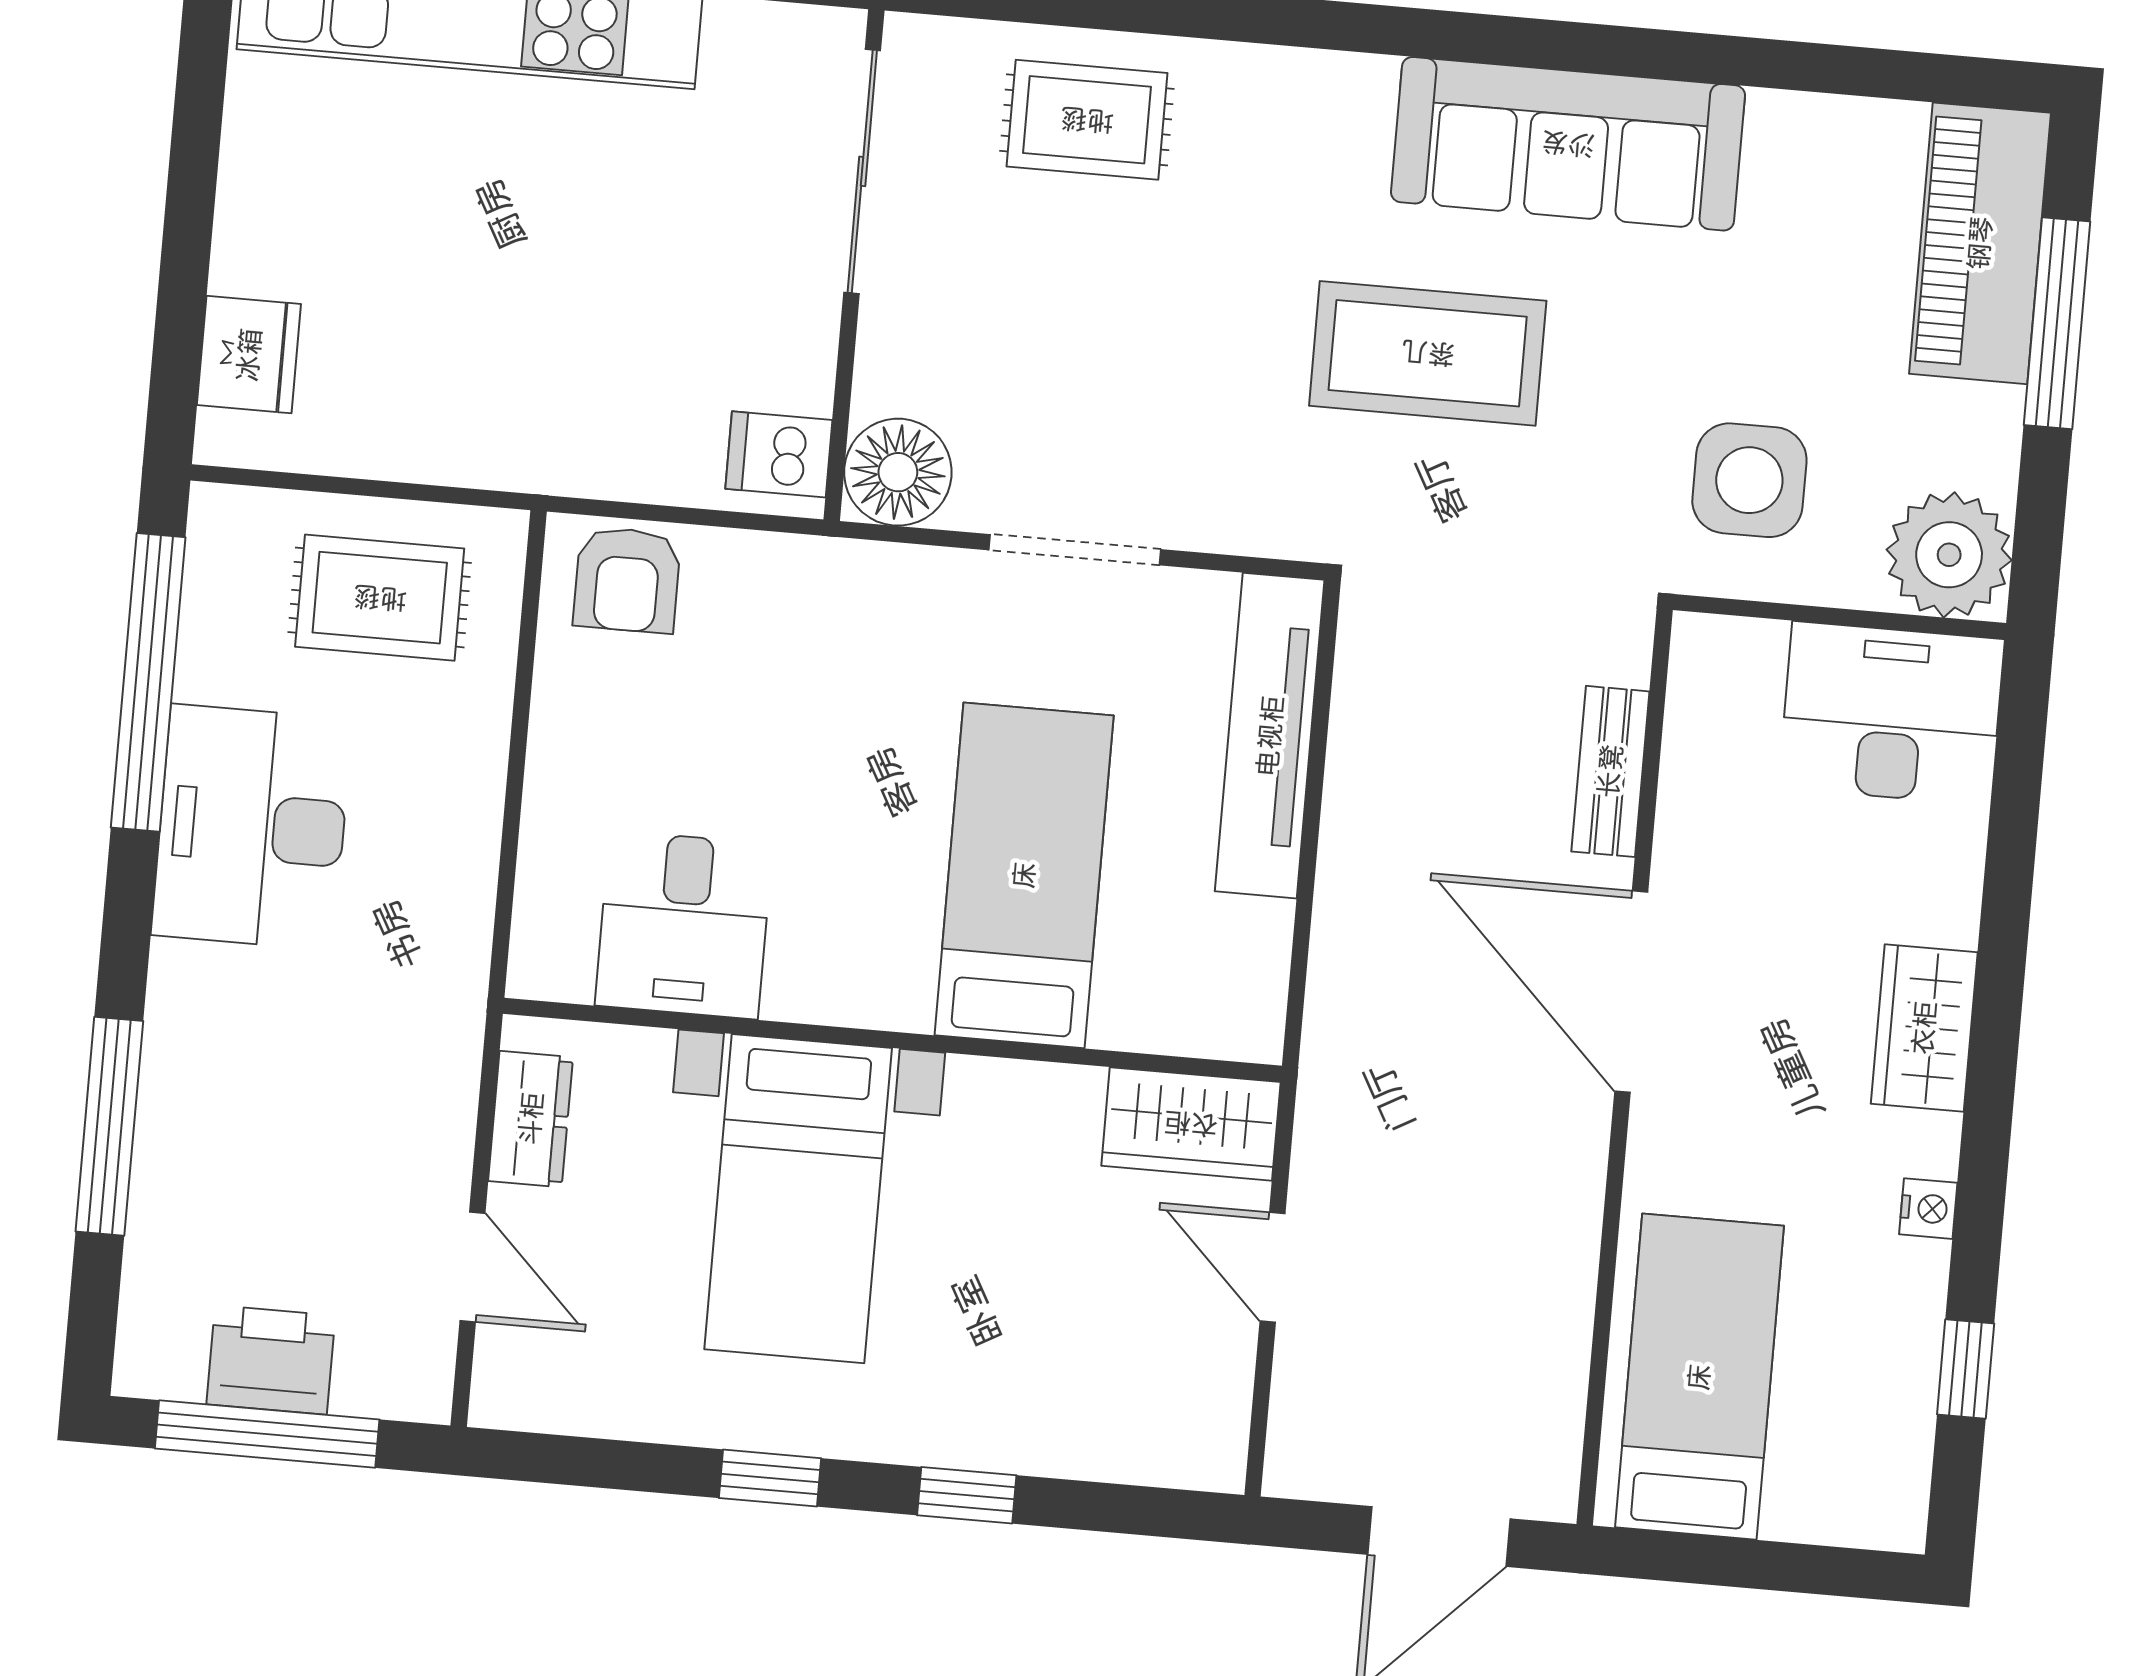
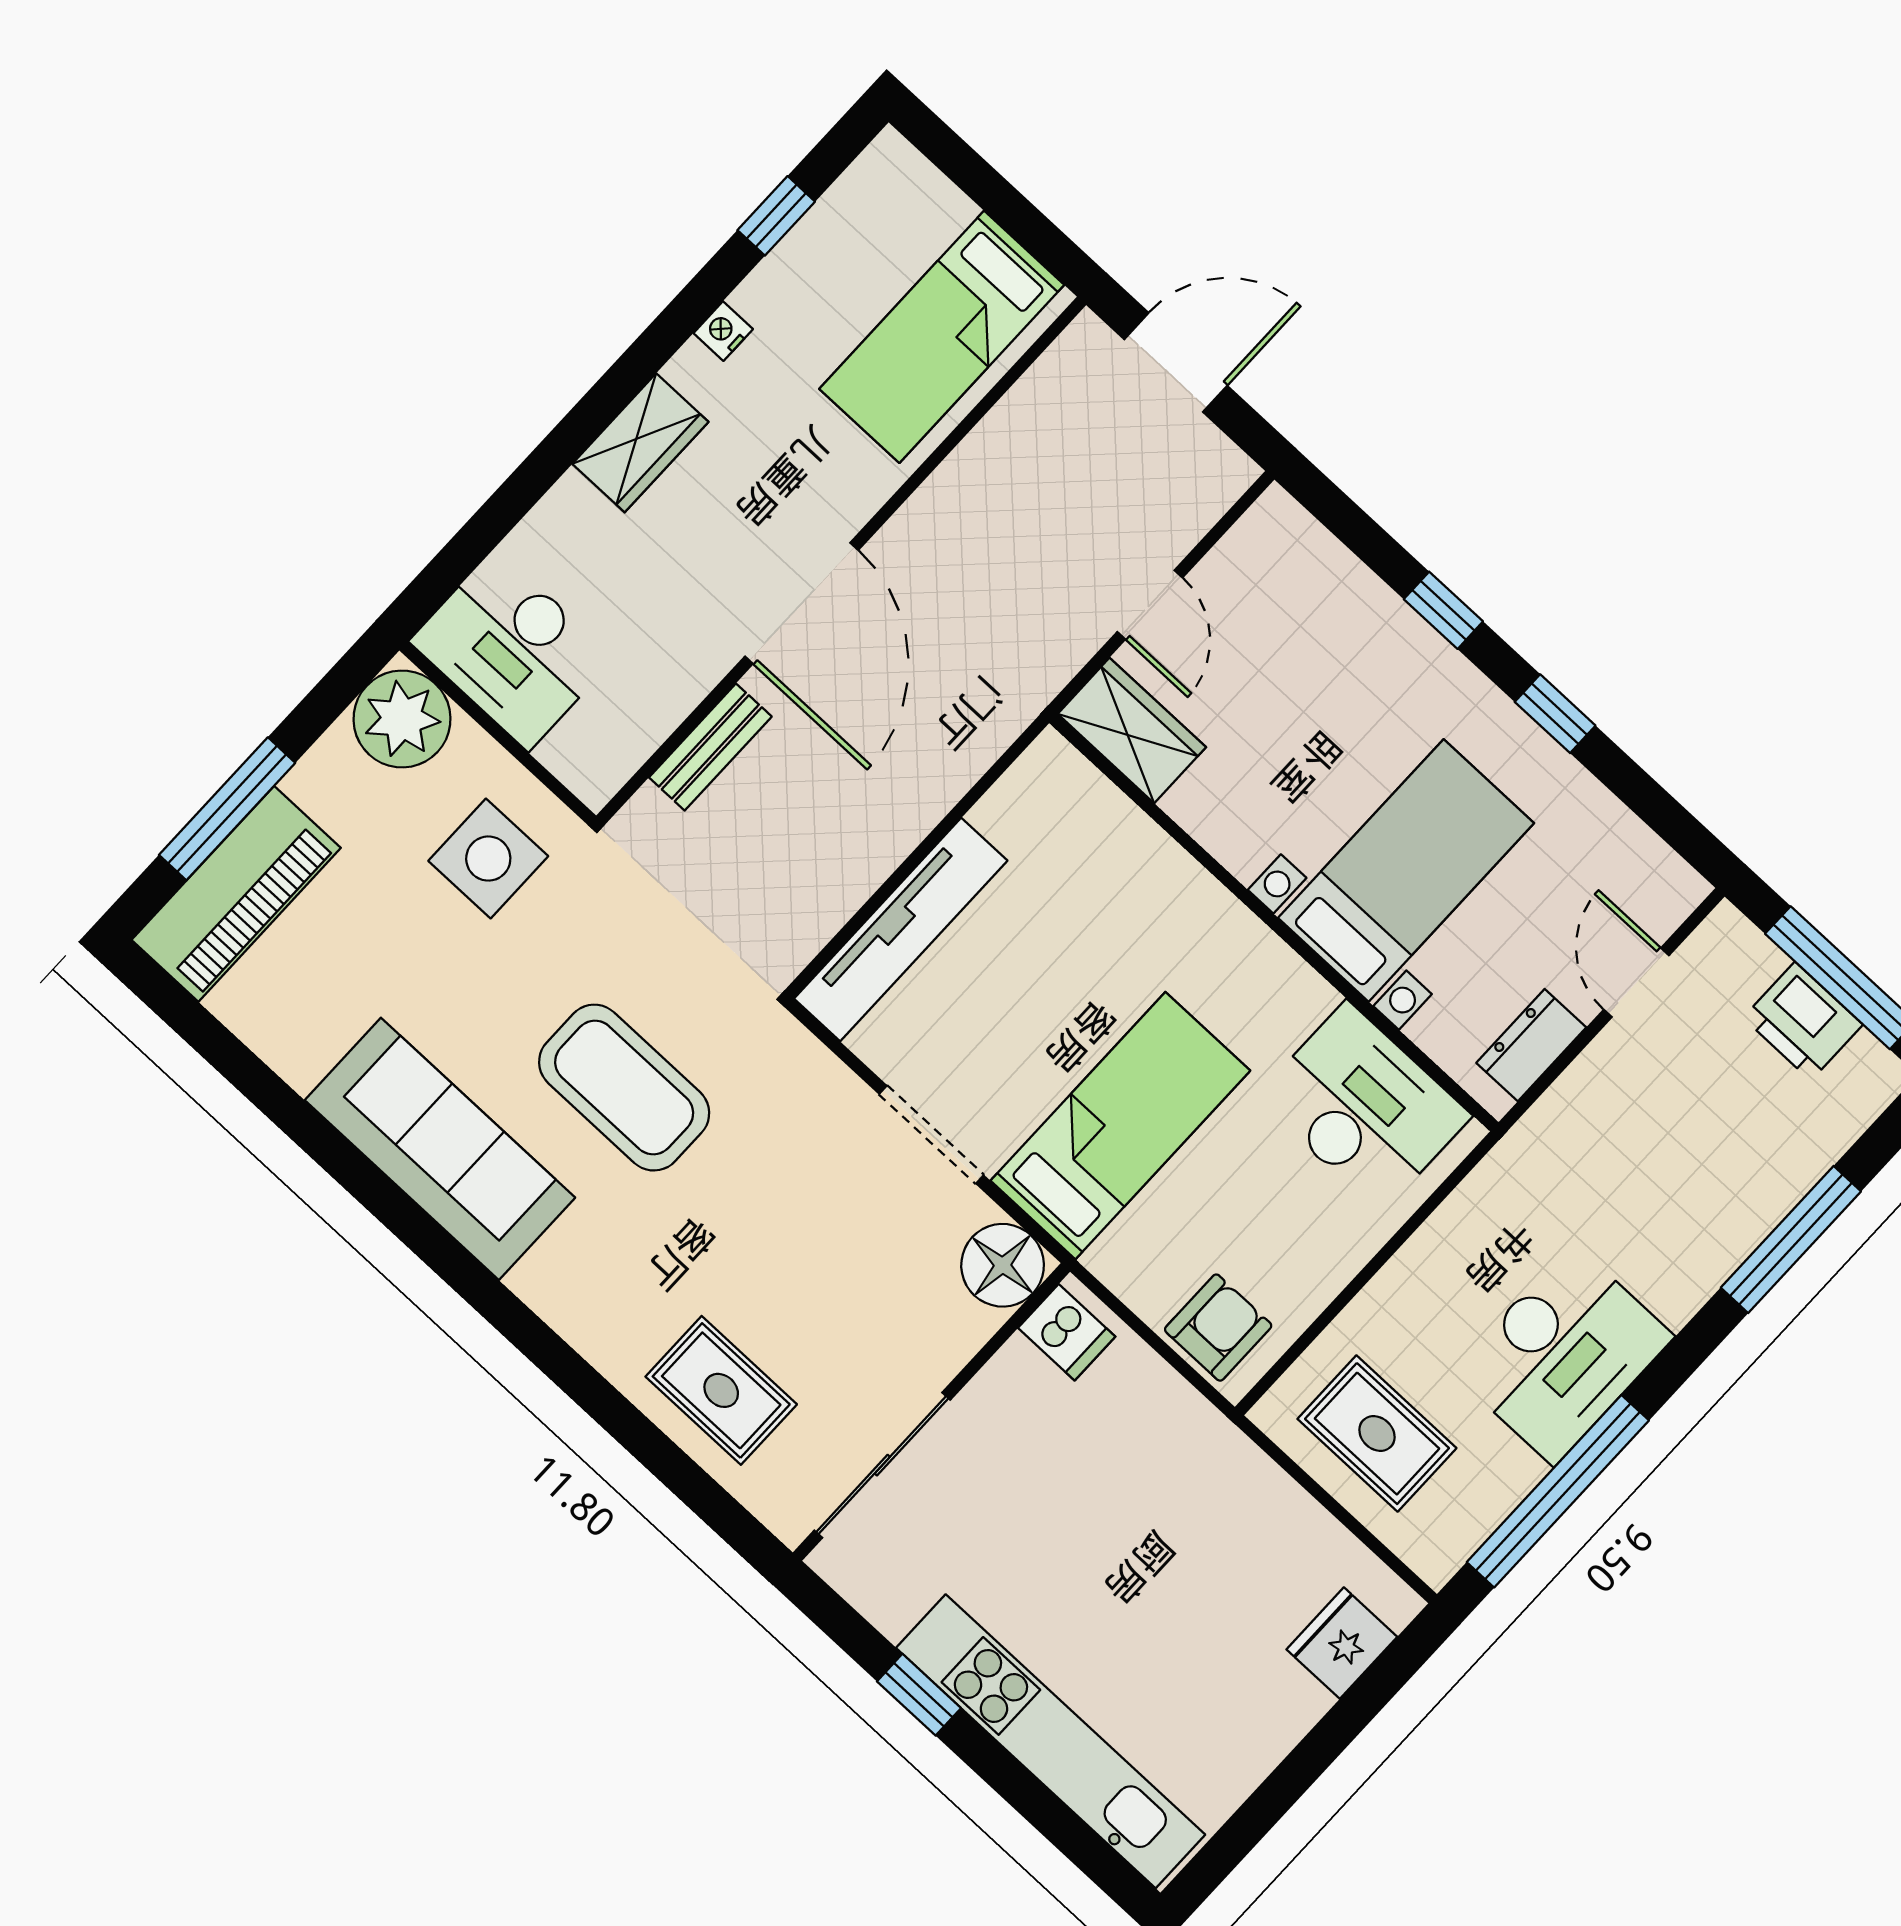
bed: (1024, 875) -> (1120, 1126), moved, turned 180
desk: (684, 925) -> (1364, 1107), width x1.37

